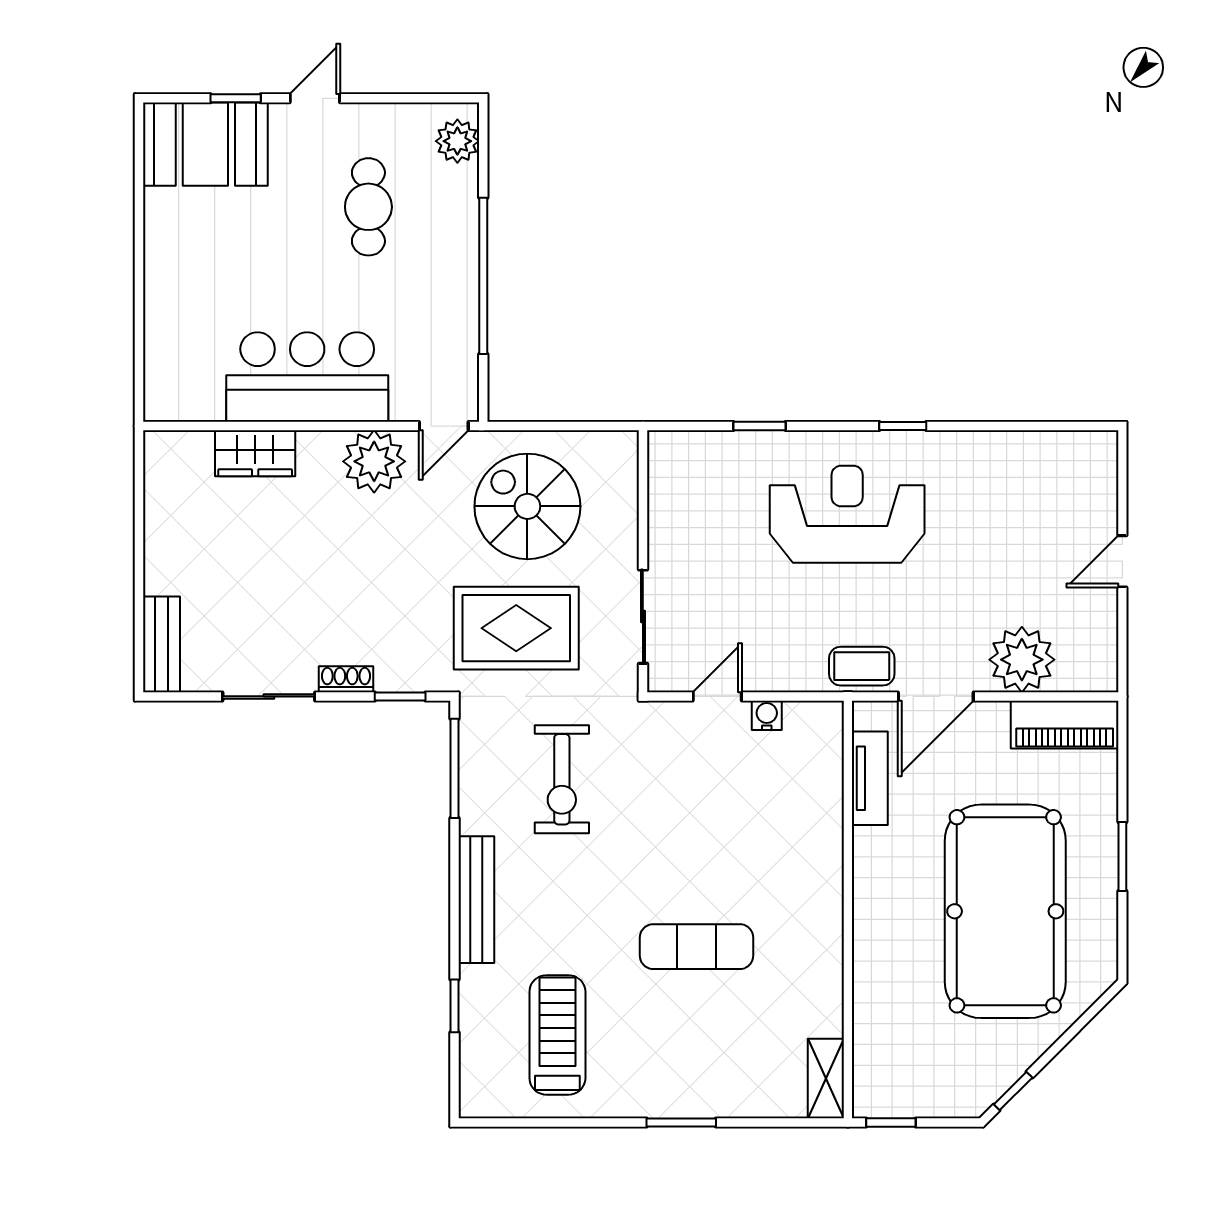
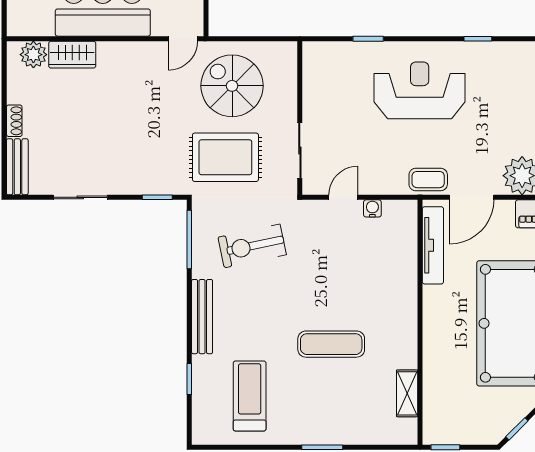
window: (903, 426) -> (478, 39), moved
plant: (374, 461) -> (33, 55), moved, width x0.73, depth x0.73
shoe rack: (346, 679) -> (14, 121), moved, turned 90
tv unit: (870, 778) -> (433, 245), width x1.41
exercise bike: (562, 779) -> (252, 246), turned 78
shelving: (826, 1079) -> (407, 393), moved

